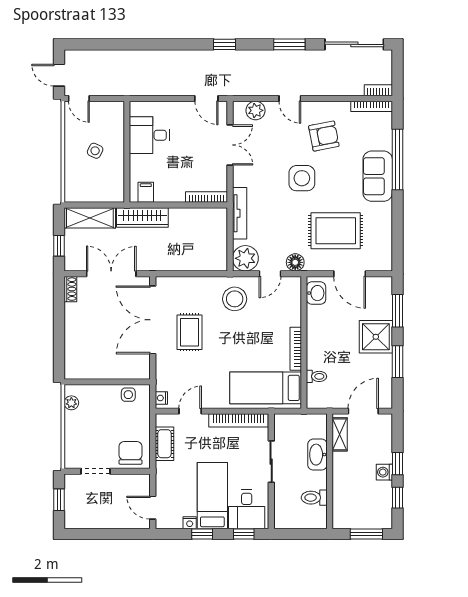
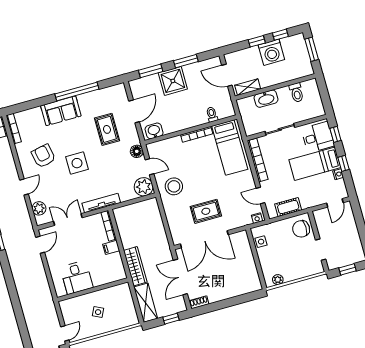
window: (397, 160) -> (77, 92), moved
filing cabinet: (146, 192) -> (111, 247), moved
tv unit: (240, 213) -> (101, 203), moved
rug: (336, 231) -> (107, 129), width x0.73, depth x0.70
washing machine: (384, 472) -> (271, 52), width x1.89, depth x1.89

